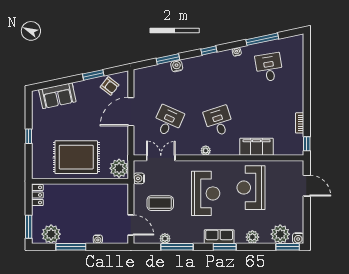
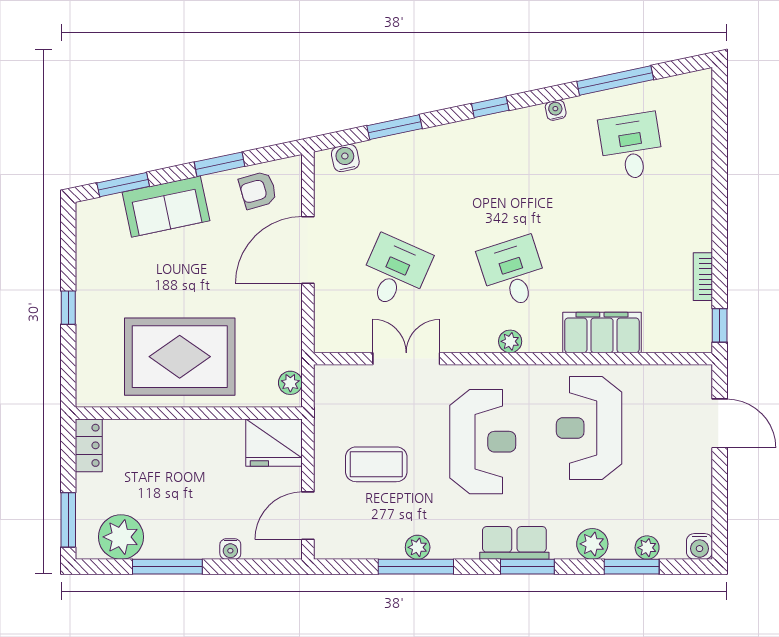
water cooler: (177, 66) -> (345, 158), moved
window: (52, 84) -> (123, 185), added
armchair: (110, 86) -> (258, 190), turned 126
sofa: (57, 96) -> (166, 206), moved
plant: (206, 151) -> (510, 341), moved
double door: (161, 158) -> (406, 359), moved
plant: (119, 168) -> (290, 383), width x0.53, depth x0.53
water cooler: (139, 178) -> (327, 406), removed
fridge: (116, 194) -> (274, 443), added
door: (131, 225) -> (308, 516), swing flipped
plant: (280, 234) -> (647, 548), width x0.53, depth x0.53
plant: (165, 239) -> (418, 547), moved
window: (288, 247) -> (632, 567), moved

